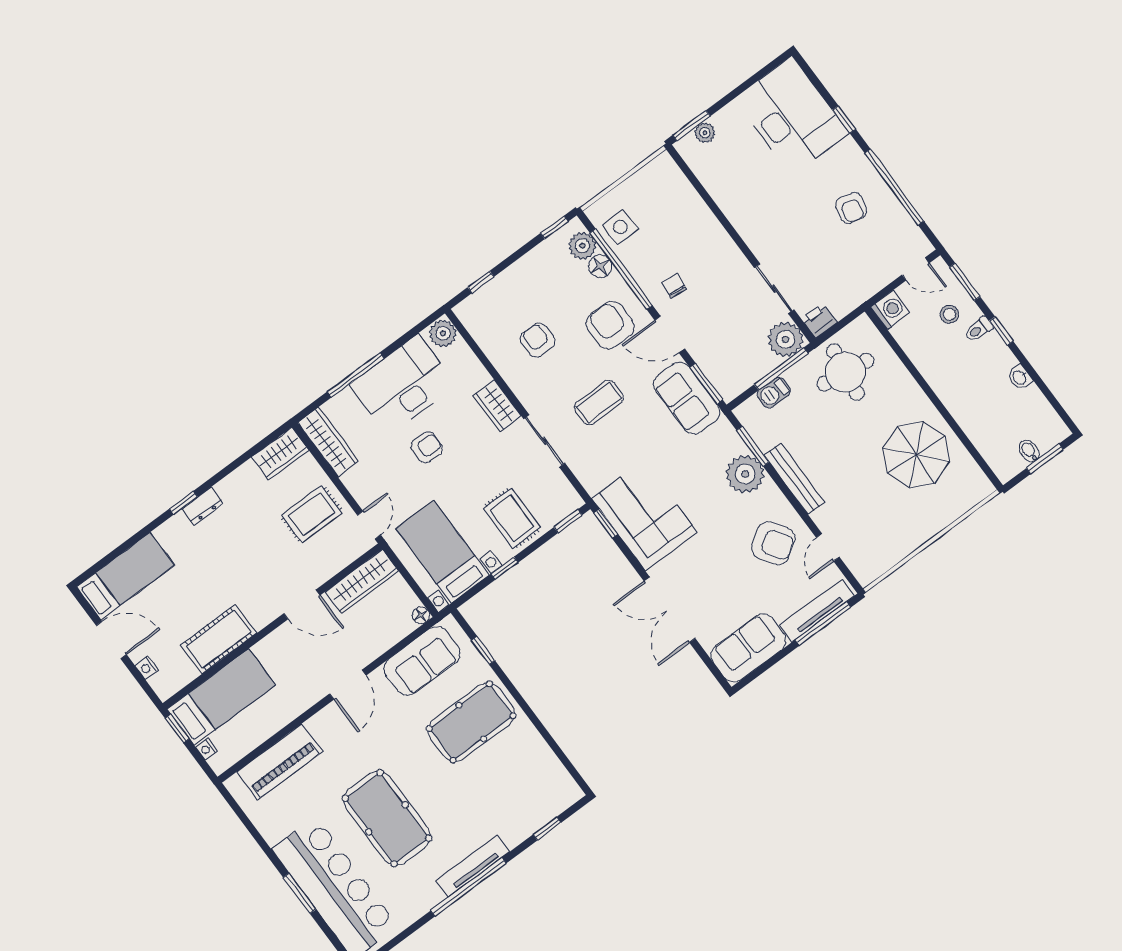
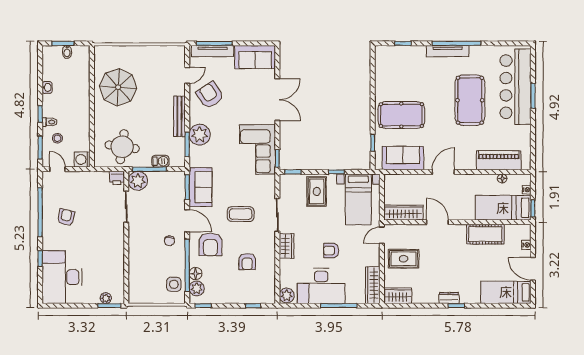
floor lamp: (421, 615) -> (502, 179), moved

